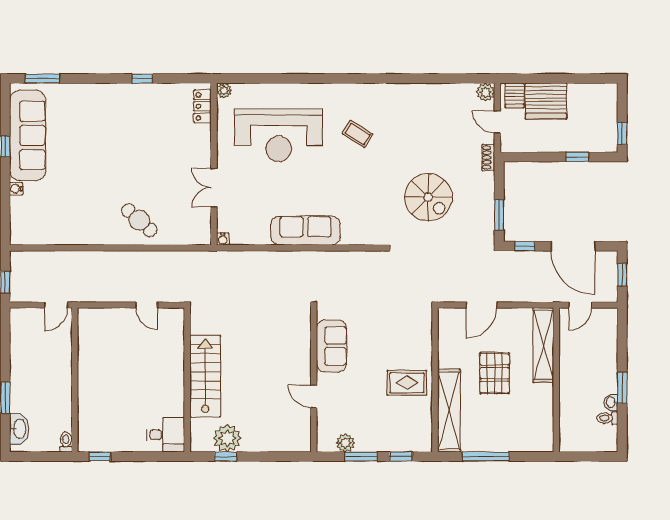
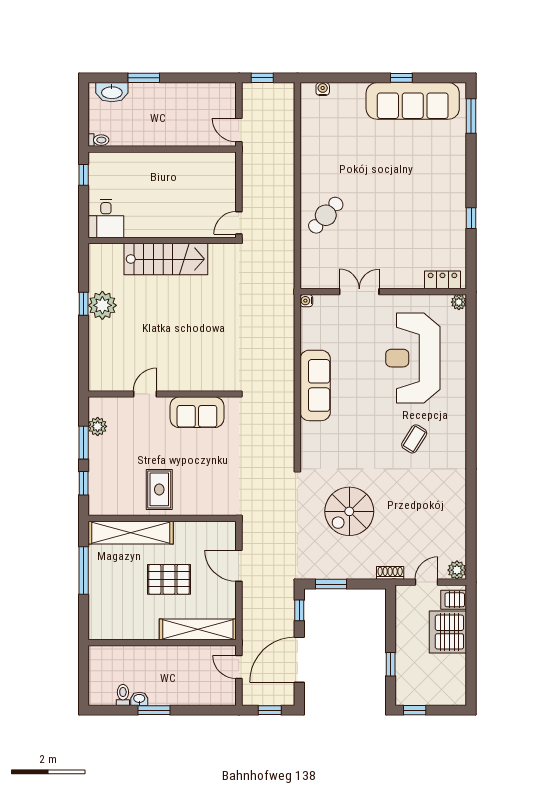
water cooler: (16, 189) -> (323, 89), moved
stairs: (205, 376) -> (166, 259), moved
wall: (187, 380) -> (162, 240), moved
desk: (166, 435) -> (106, 219), moved

